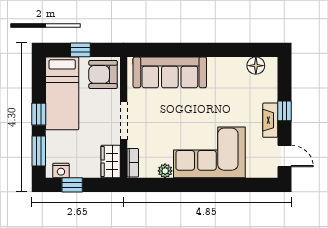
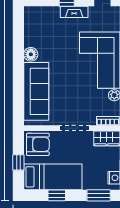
floor lamp: (256, 66) -> (31, 54), moved
armchair: (103, 74) -> (38, 144), turned -90
window: (39, 114) -> (57, 195), moved

